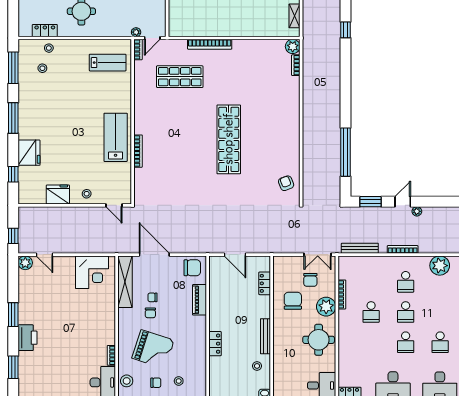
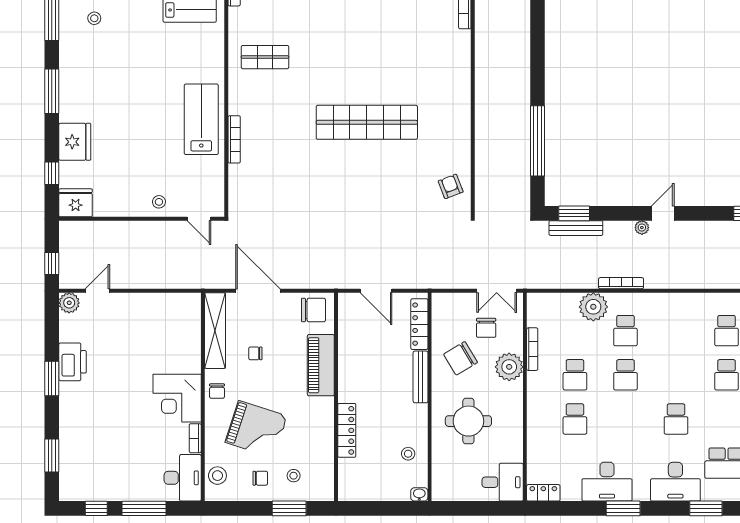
shop shelf: (180, 77) -> (265, 57), moved, width x0.70, depth x0.74
shop shelf: (229, 139) -> (367, 122), turned 90
fridge: (58, 194) -> (76, 203), moved
door: (403, 202) -> (663, 213), moved
bench: (360, 248) -> (576, 228), moved
door: (45, 255) -> (97, 291), swing flipped
plant: (440, 266) -> (593, 307), moved
corner desk: (92, 272) -> (177, 398), moved, turned 90
locker: (265, 283) -> (419, 324), width x1.53
piano: (200, 300) -> (321, 365), width x1.37, depth x1.33
chair: (293, 301) -> (461, 358), turned -121
chair: (150, 313) -> (217, 391), moved
bench: (265, 336) -> (421, 377), moved
printer: (28, 338) -> (73, 362), moved
round table: (319, 340) -> (468, 421), moved
school desk: (406, 342) -> (575, 419), moved
locker: (215, 344) -> (347, 430), width x1.53

